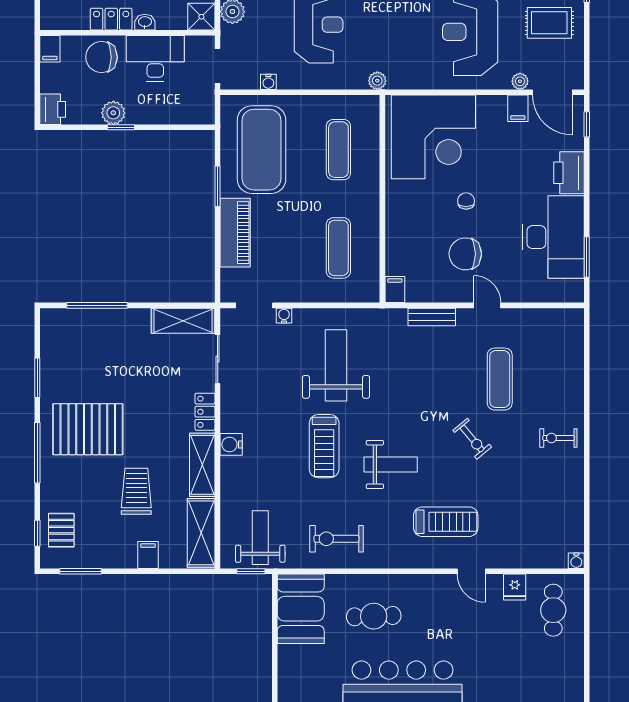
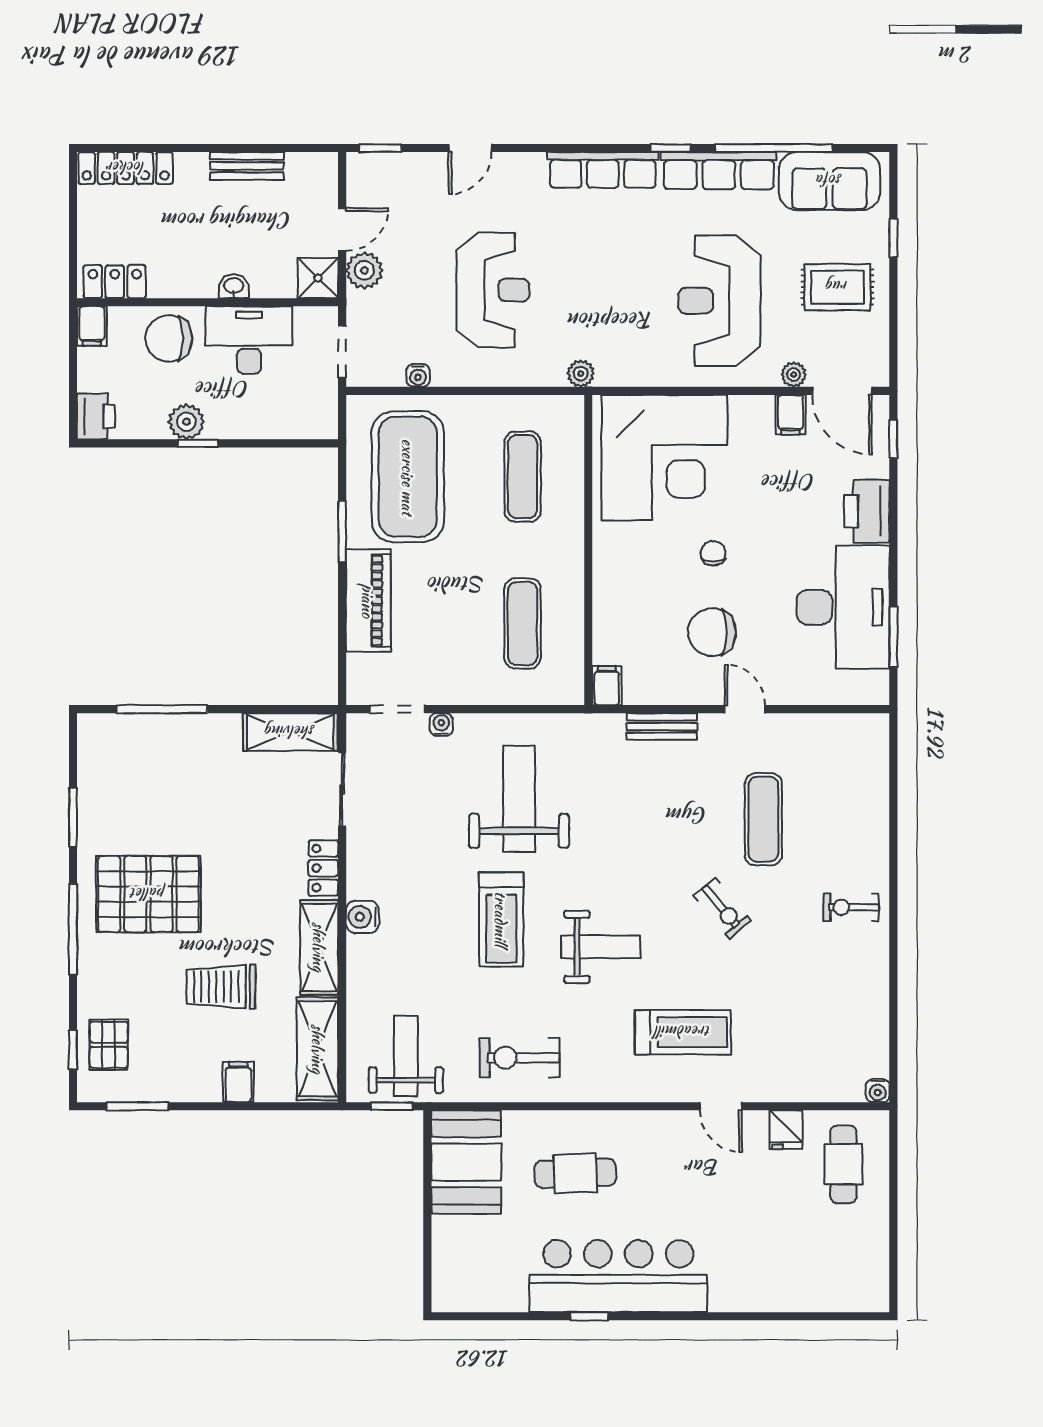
locker: (111, 19) -> (115, 282), moved
trolley: (136, 491) -> (221, 987), turned -90

